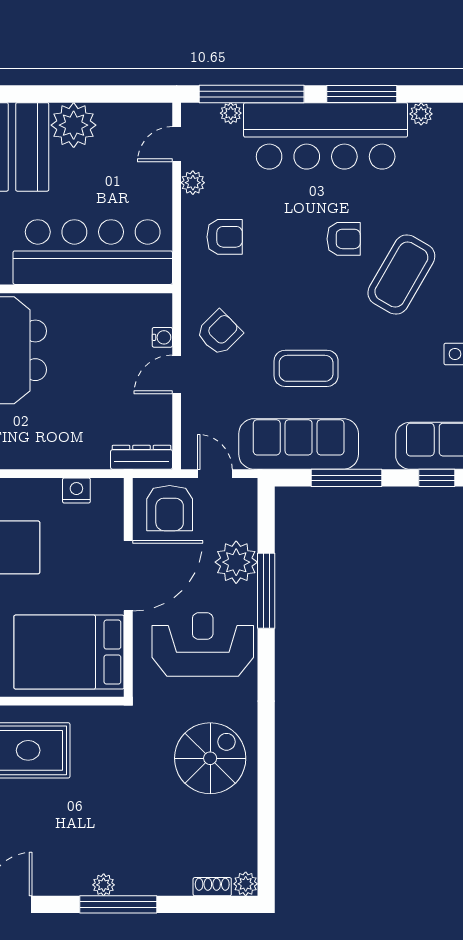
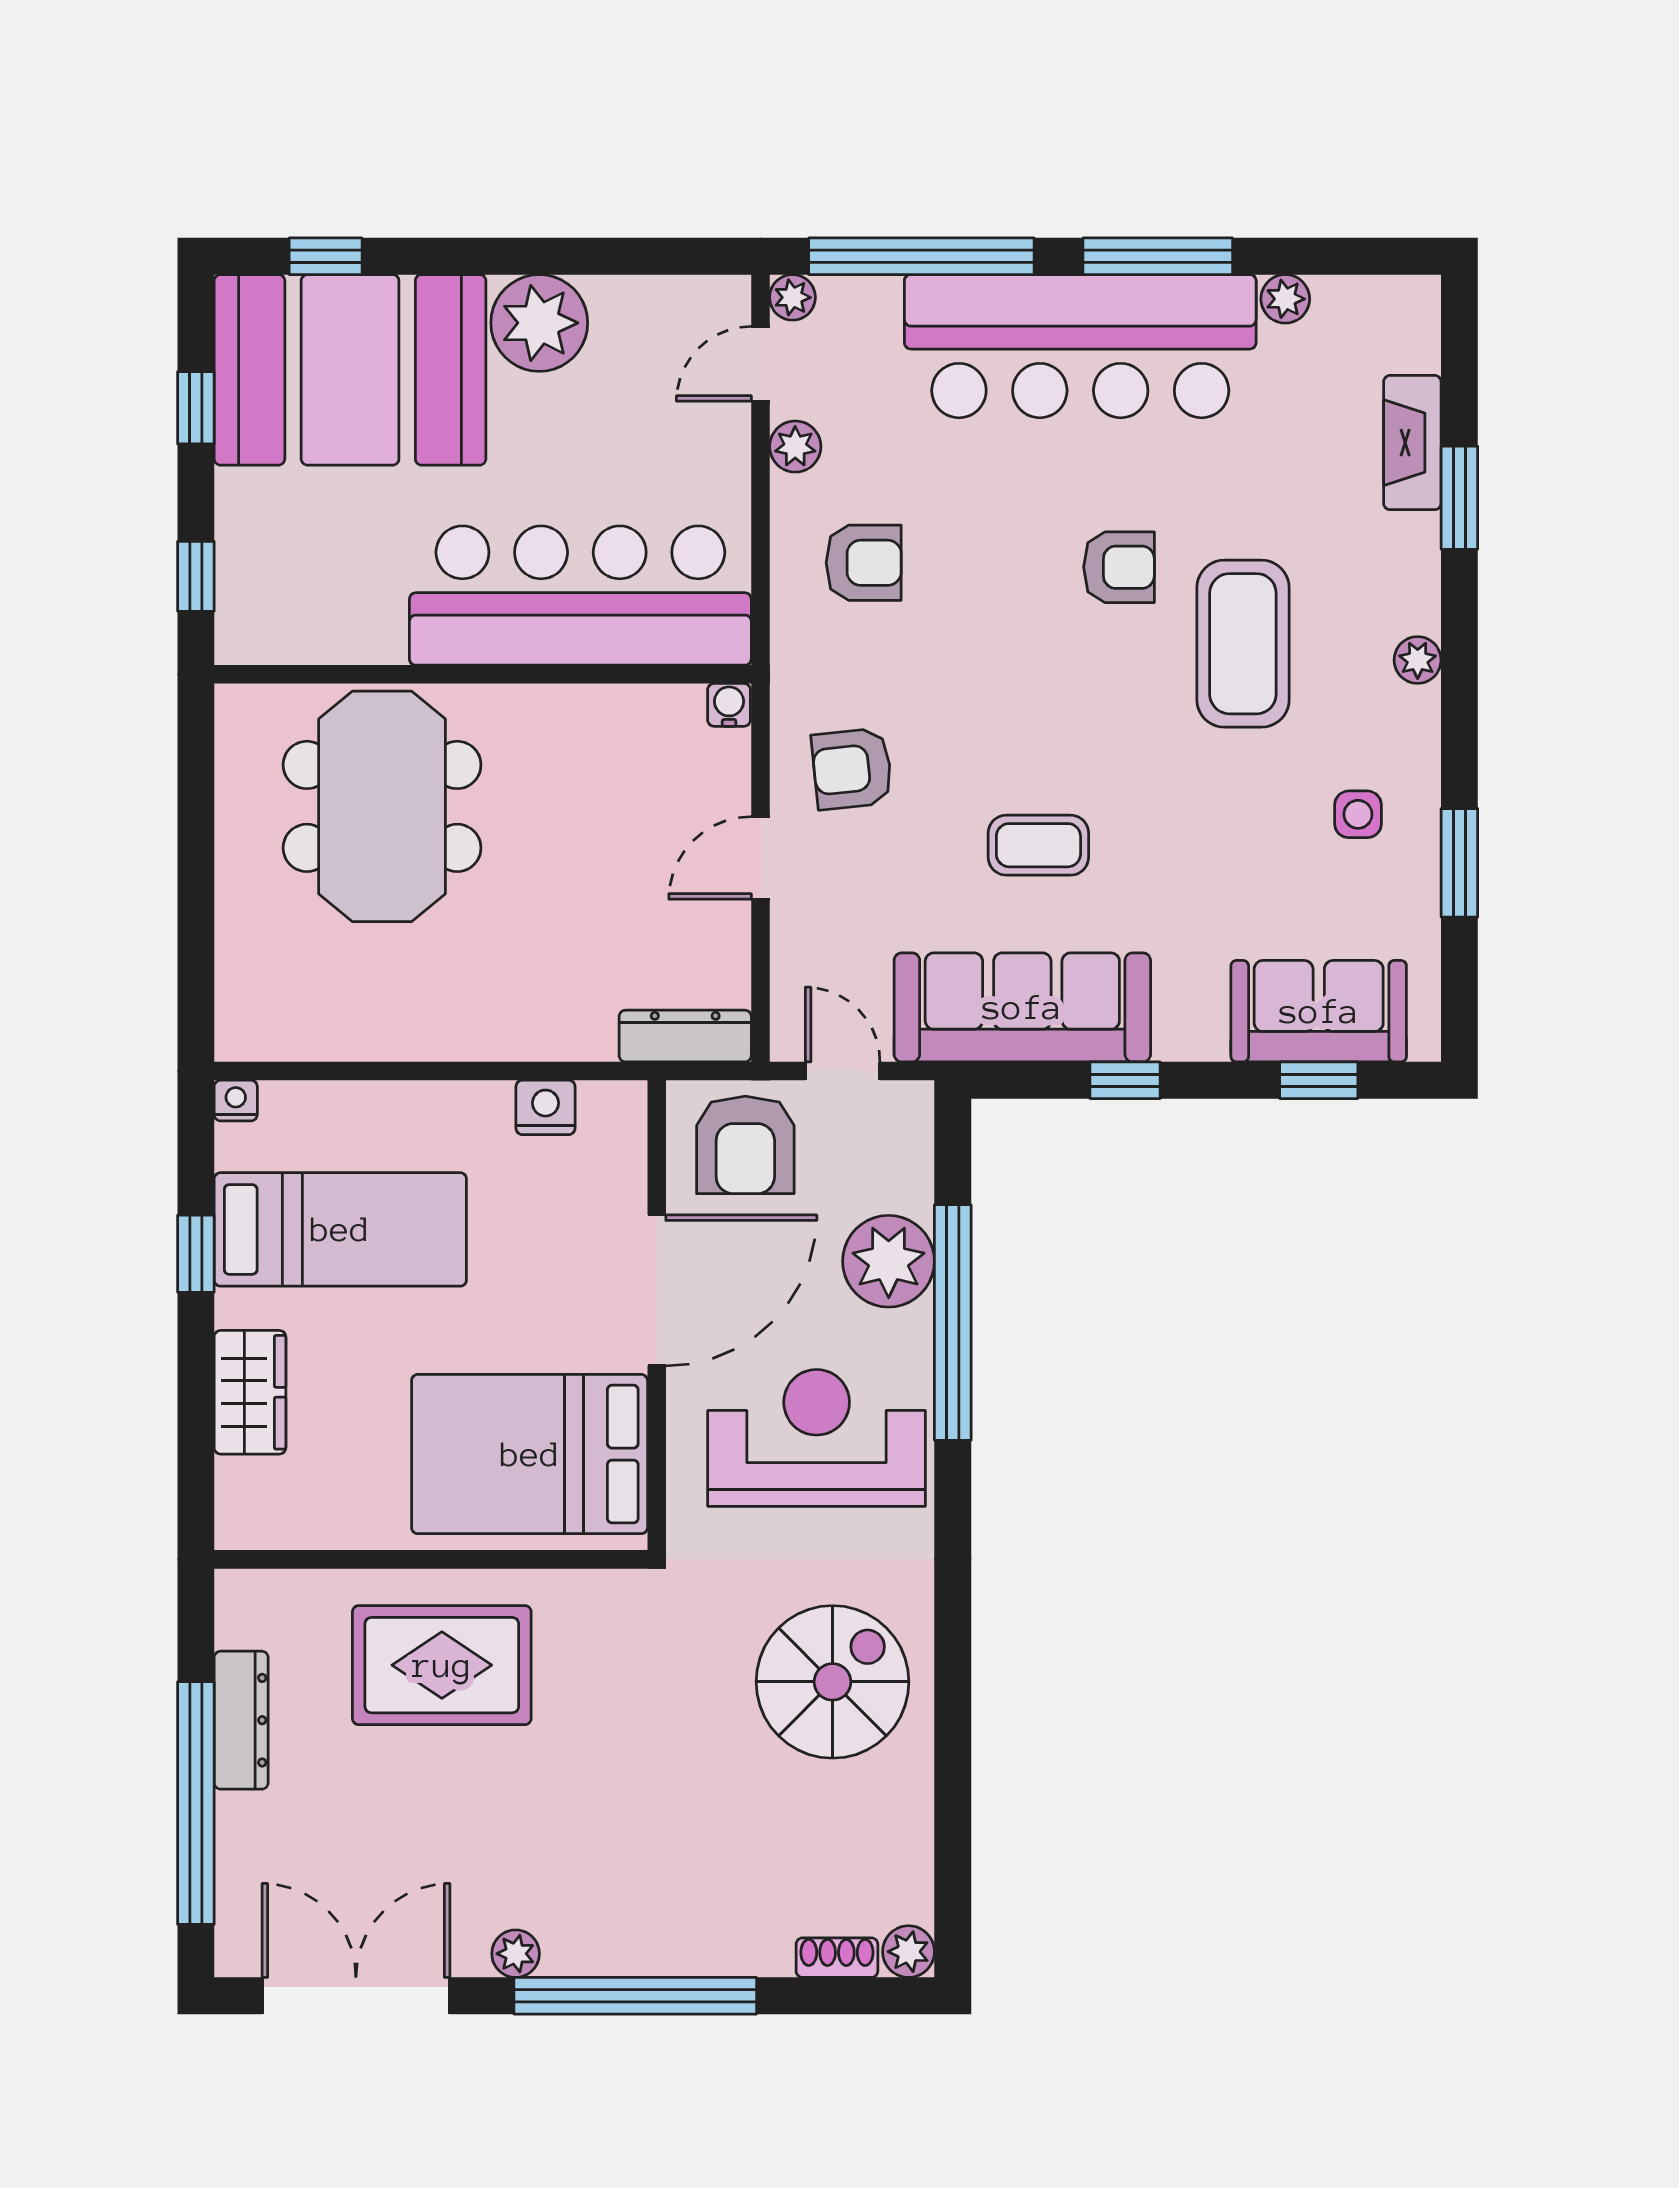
plant: (231, 113) -> (792, 297), moved
coffee table: (401, 275) -> (1243, 644), turned -30
armchair: (219, 333) -> (852, 769), turned -141
water cooler: (162, 337) -> (729, 705), moved, turned -90
coffee table: (306, 368) -> (1038, 845), width x0.73, depth x0.77
window: (346, 478) -> (1125, 1080), width x0.46
window: (266, 591) -> (953, 1322), width x1.46
plant: (104, 885) -> (516, 1954), moved
window: (118, 904) -> (635, 1996), width x1.46

